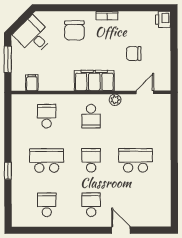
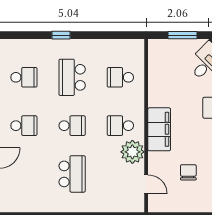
filing cabinet: (32, 83) -> (157, 61), removed
plant: (115, 100) -> (132, 152), width x1.87, depth x1.87
school desk: (47, 116) -> (120, 77), turned 180
school desk: (47, 160) -> (72, 77), turned 180

